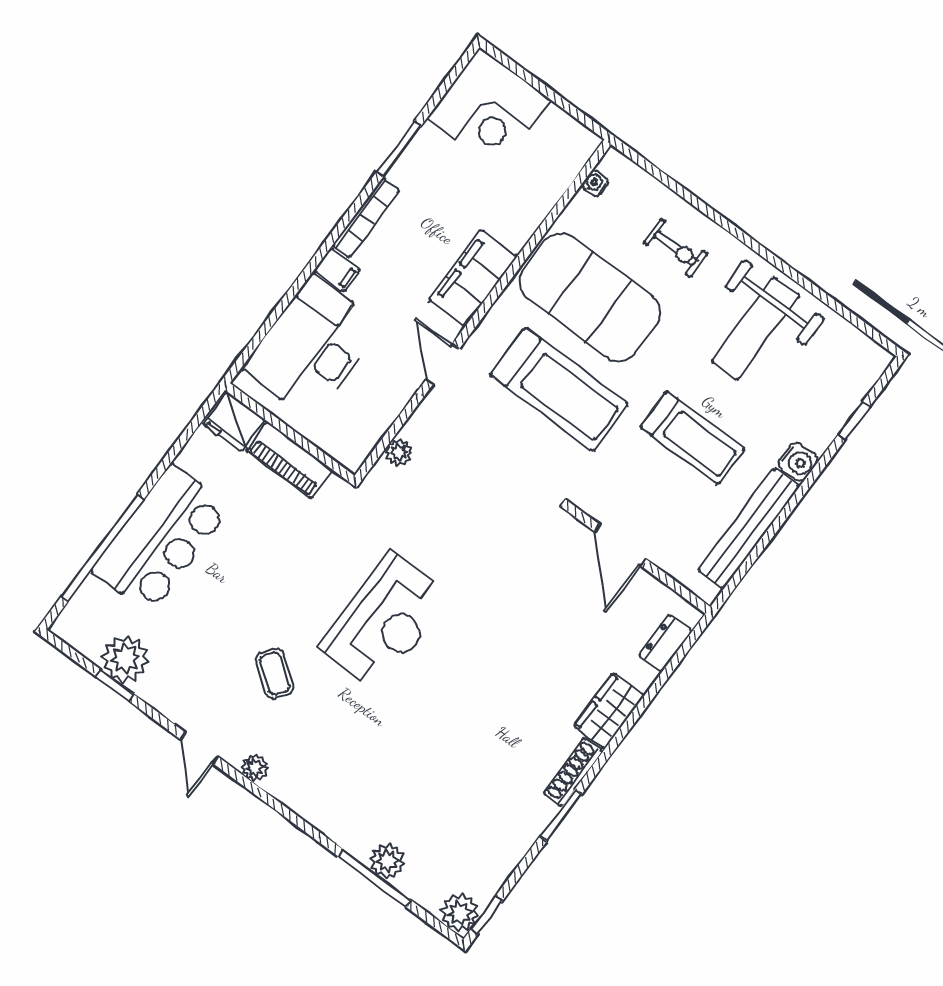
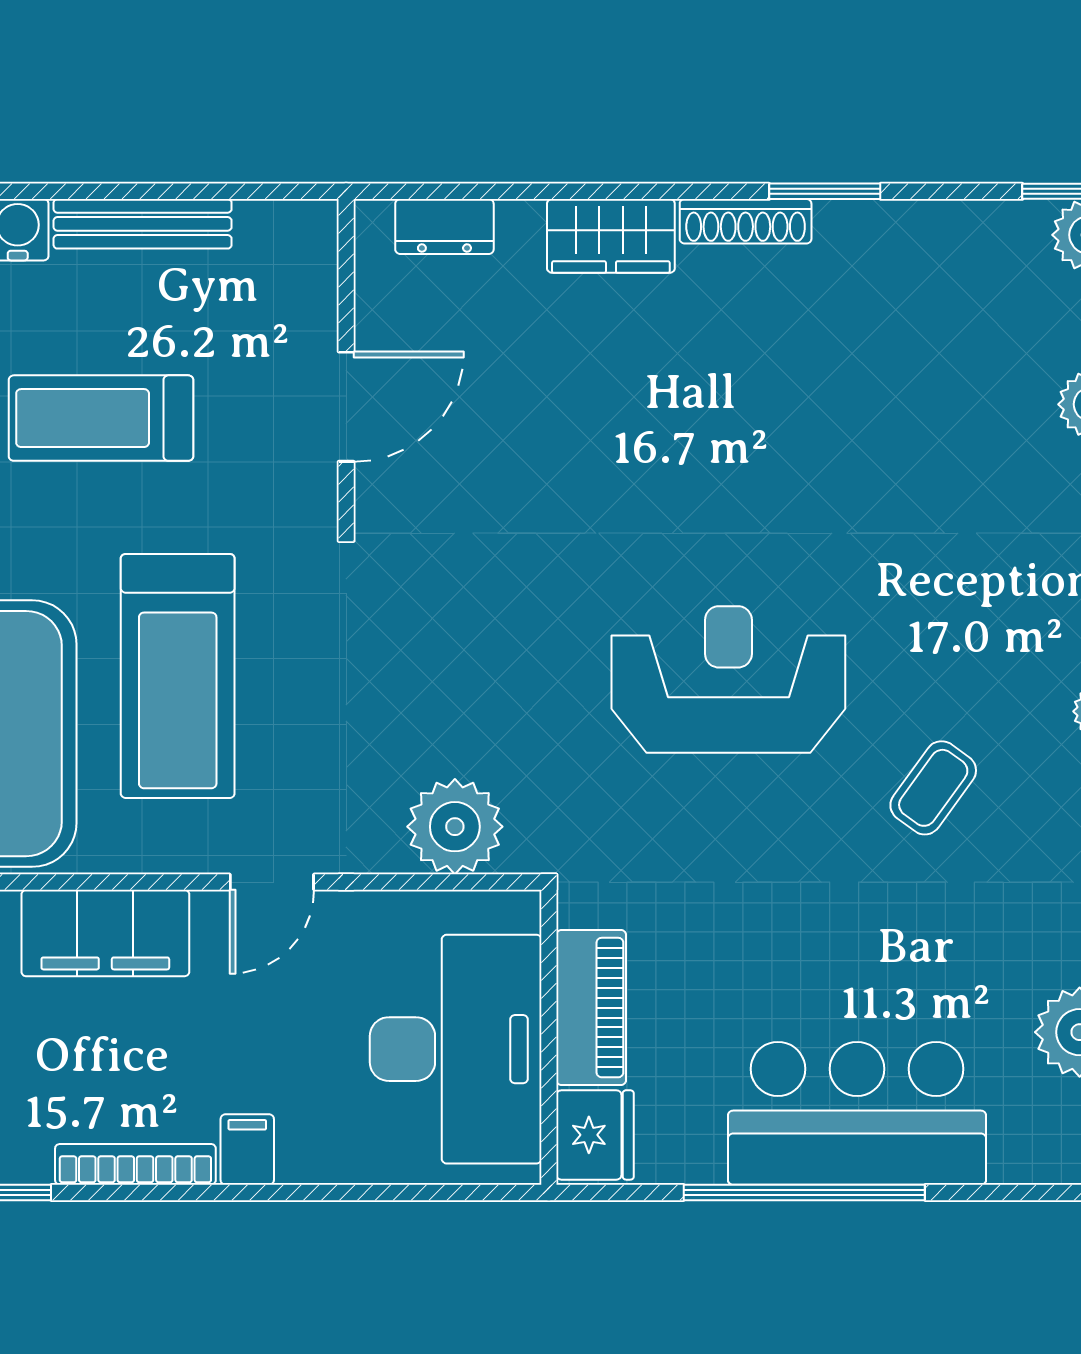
desk: (312, 348) -> (456, 1049), moved, turned -90
treadmill: (559, 389) -> (178, 676), turned 180
treadmill: (692, 438) -> (101, 418), turned -90
plant: (399, 452) -> (455, 827), width x1.88, depth x1.88
bench: (749, 529) -> (143, 224), width x0.73, depth x0.82
window: (103, 548) -> (804, 1193), moved

